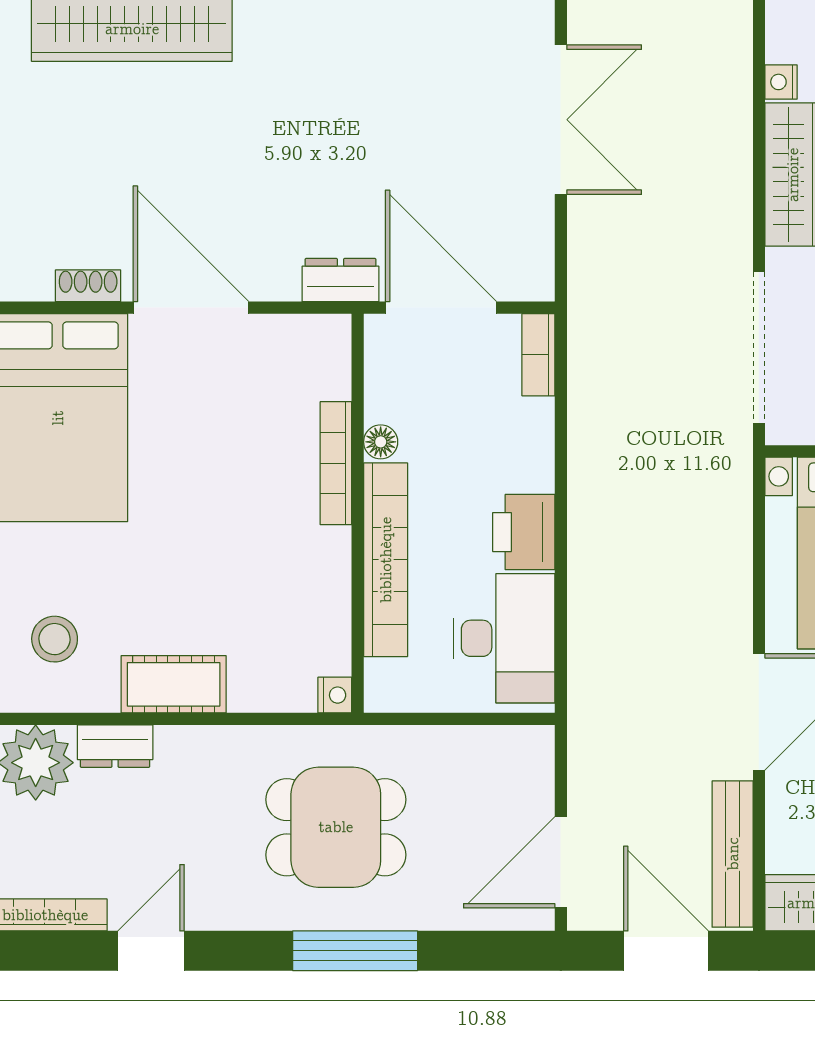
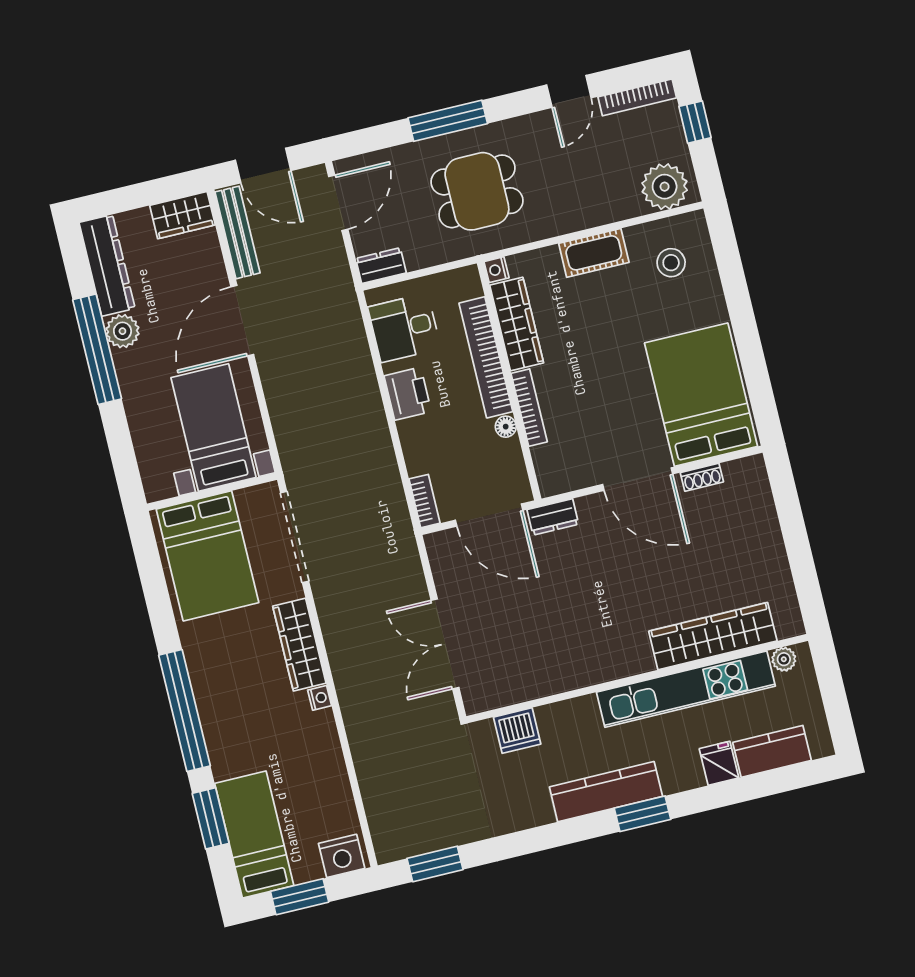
wardrobe: (324, 601) -> (517, 324), added
desk: (504, 638) -> (404, 328), width x0.73
dresser: (115, 746) -> (381, 266), moved

